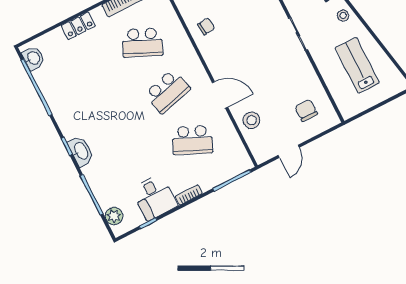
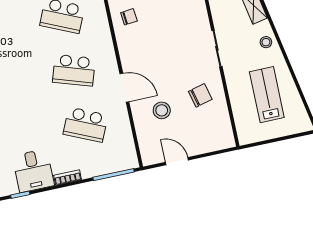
school desk: (167, 91) -> (74, 70), turned 33
chair: (306, 110) -> (200, 95), moved, turned 76
stool: (251, 120) -> (162, 110), moved
door: (289, 151) -> (177, 161), swing flipped

